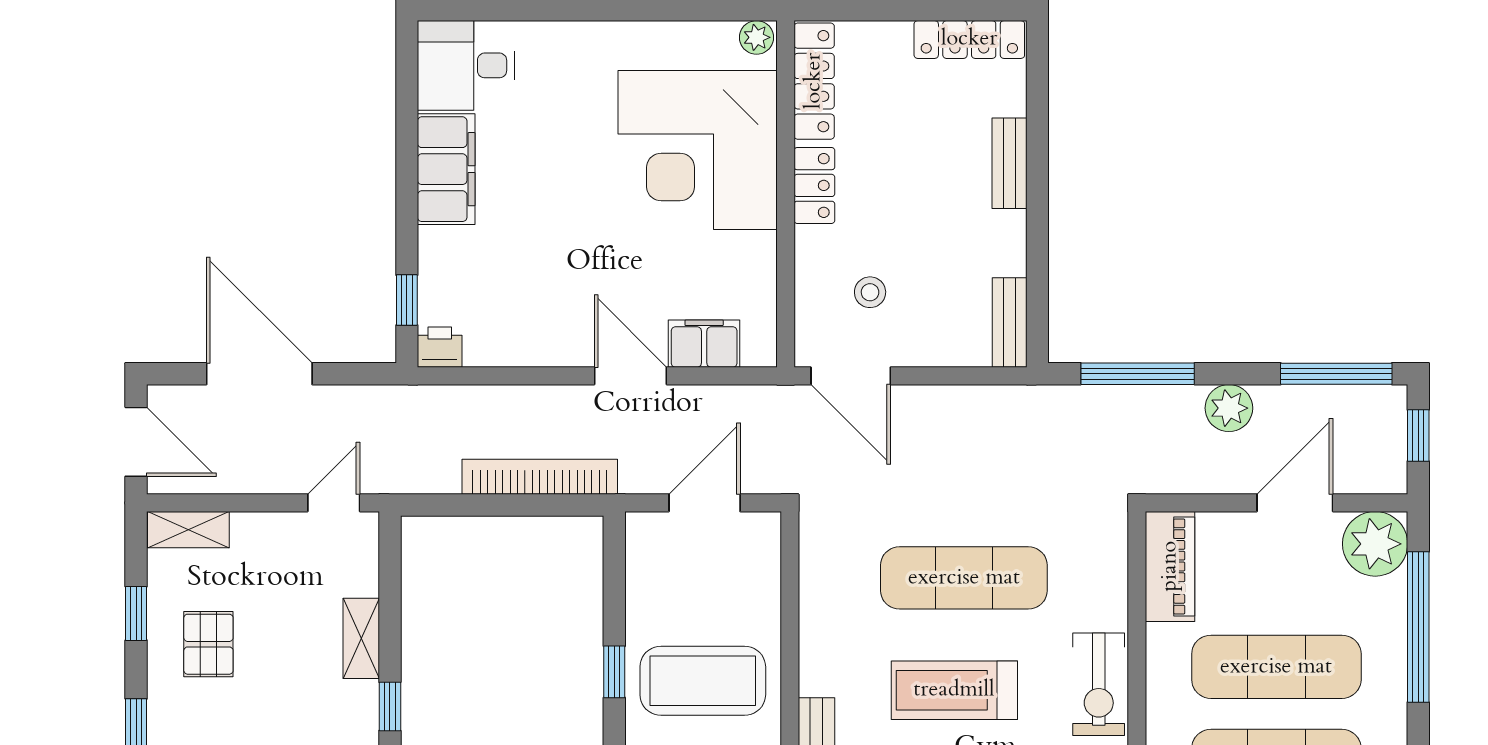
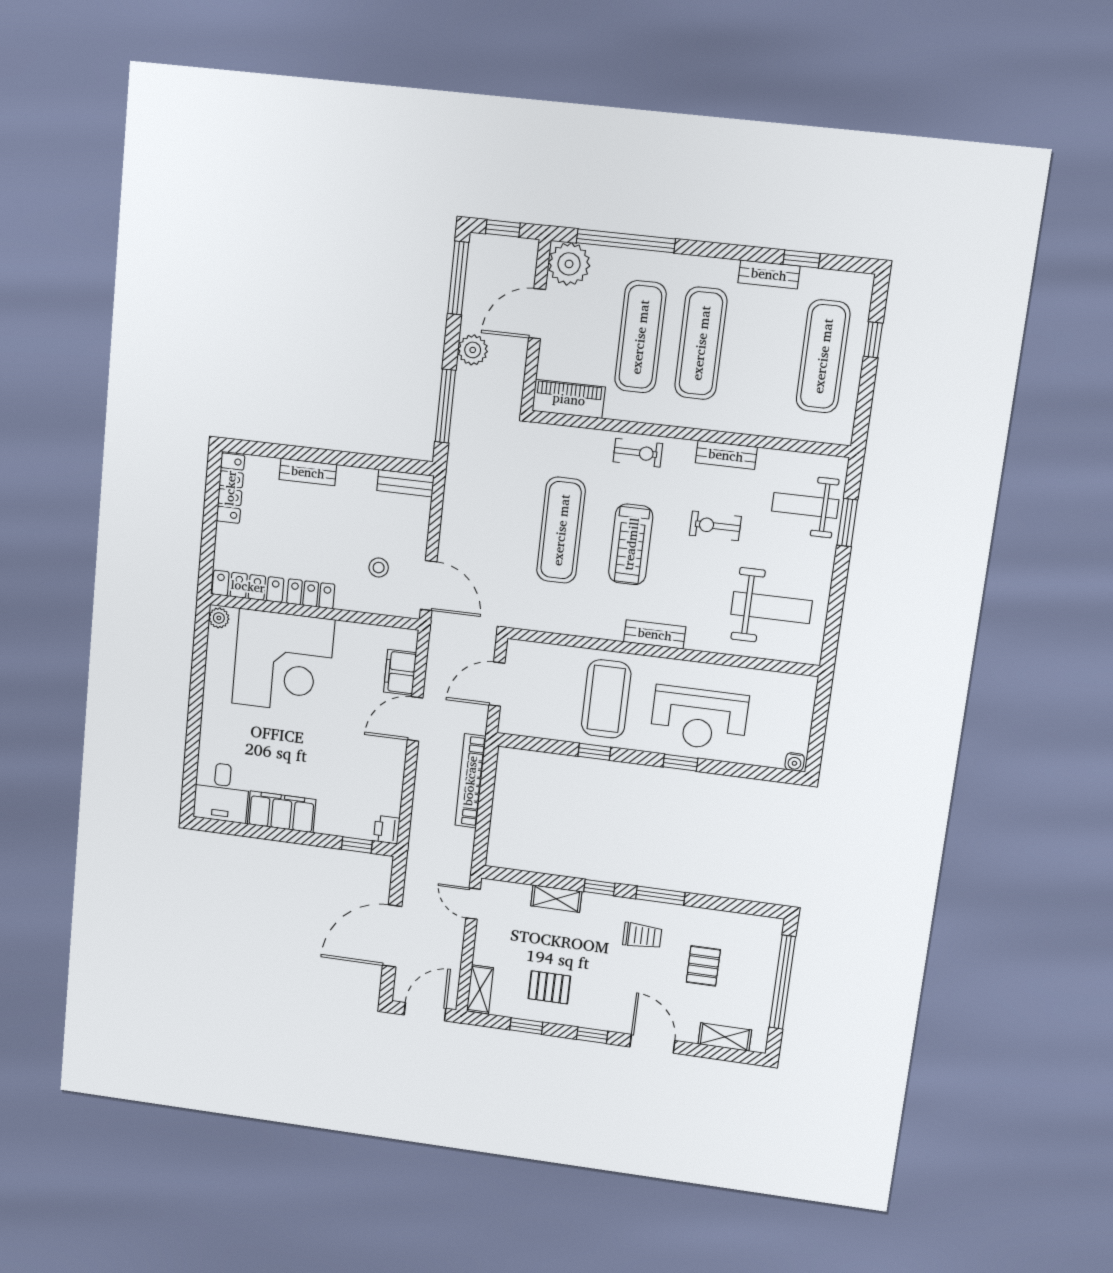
door: (851, 376) -> (429, 586), hinge flipped
door: (705, 503) -> (497, 684), hinge flipped
door: (1295, 503) -> (537, 314), hinge flipped
exercise bike: (1099, 684) -> (638, 453), width x0.73, depth x0.72

